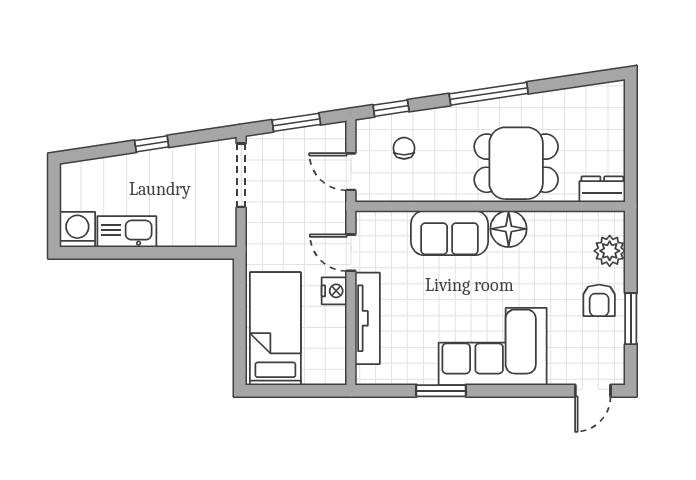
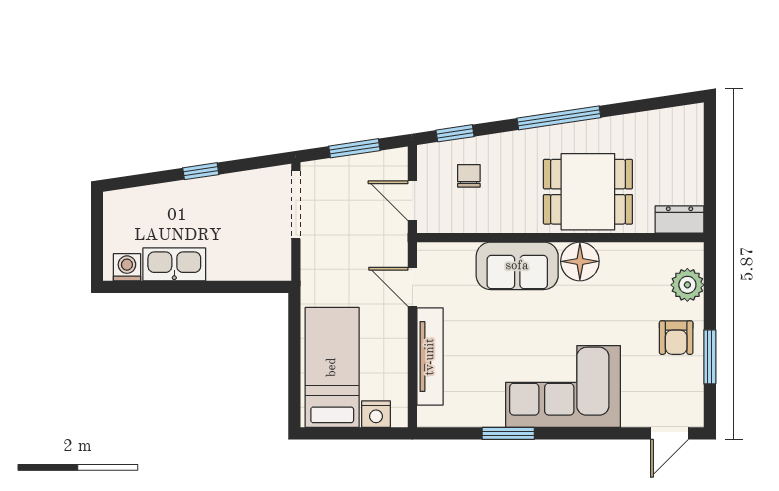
washing machine: (77, 230) -> (127, 267), width x0.73, depth x0.73
nightstand: (334, 291) -> (376, 414), moved, turned 90

